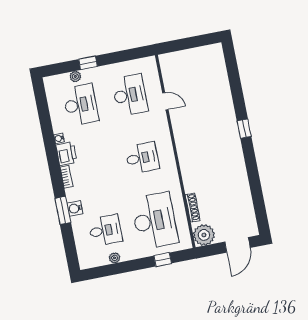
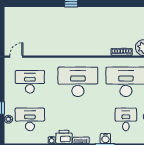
door: (165, 101) -> (16, 57), moved
desk: (142, 158) -> (78, 82), width x1.87, depth x1.30

